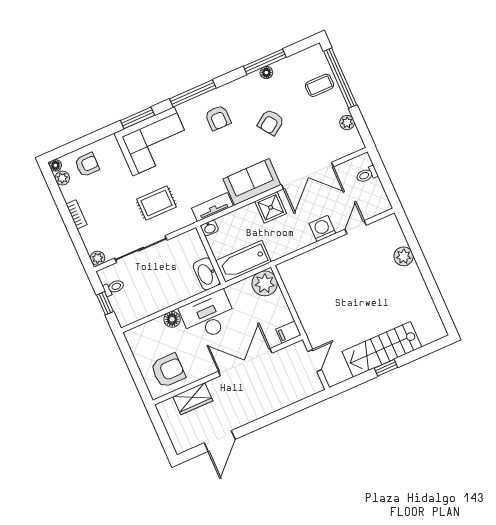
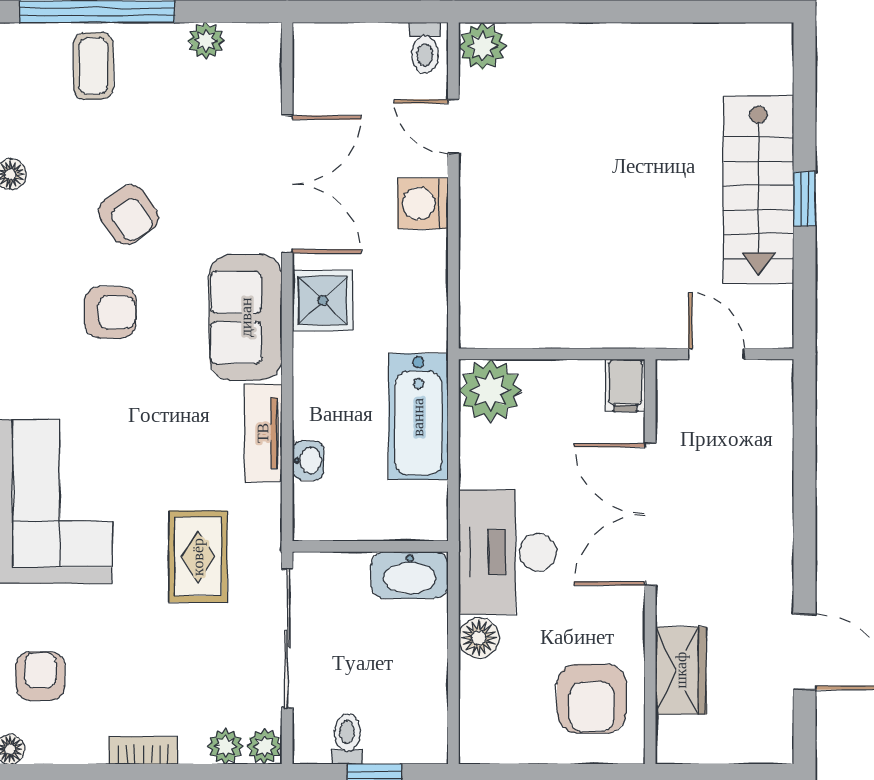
armchair: (218, 118) -> (110, 312), moved
toilet: (367, 175) -> (425, 48), moved
plant: (62, 178) -> (225, 746), moved
wall: (211, 255) -> (370, 546), moved
plant: (404, 256) -> (482, 46), moved
washbasin: (206, 274) -> (410, 575), moved
armchair: (168, 371) -> (592, 699), turned 180

